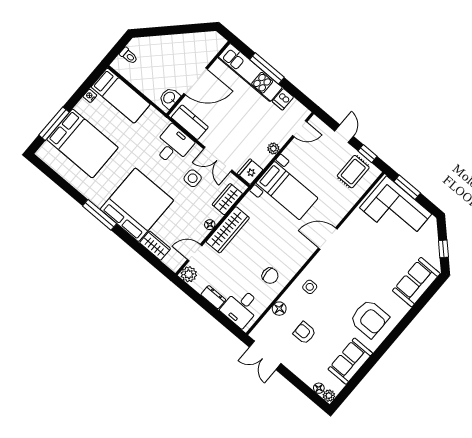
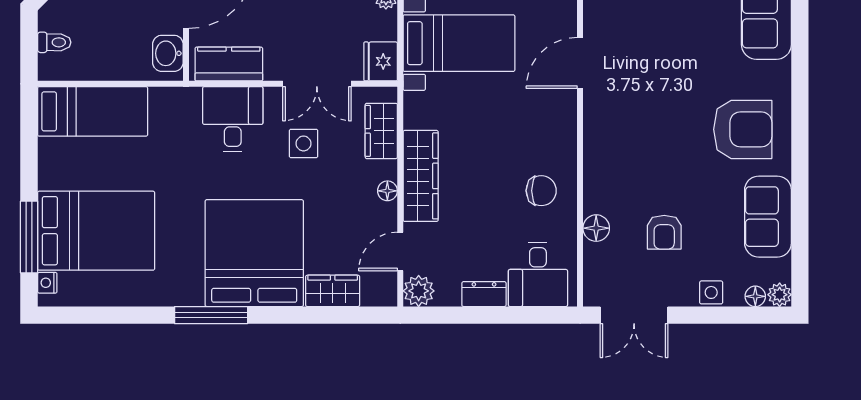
nightstand: (90, 96) -> (47, 283), moved
side table: (310, 287) -> (711, 292), moved
armchair: (304, 333) -> (664, 232), turned -90

